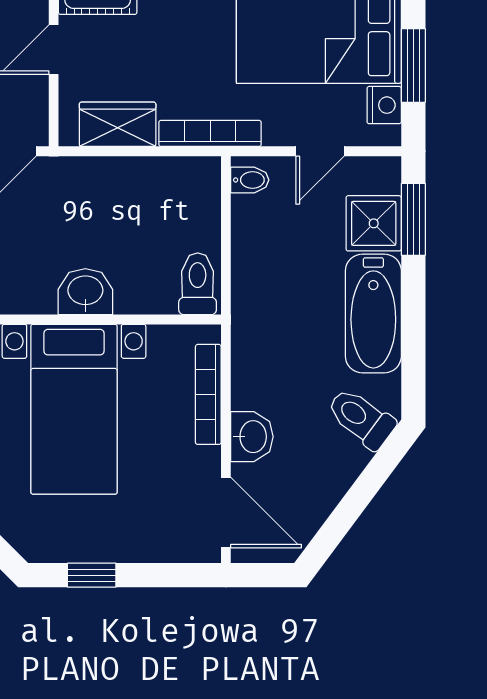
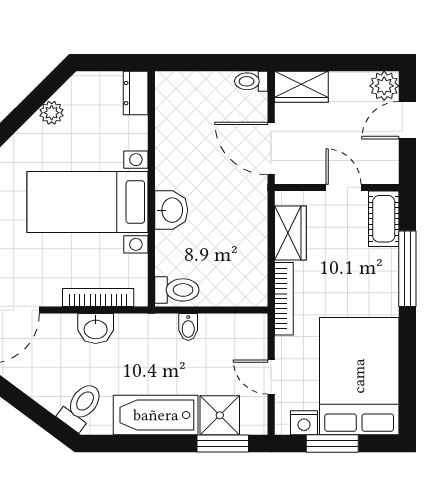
bidet: (250, 180) -> (188, 327), moved
washbasin: (252, 437) -> (96, 329), moved

